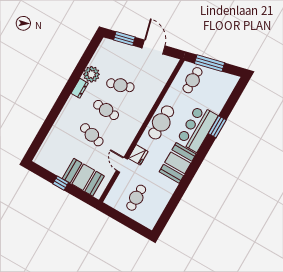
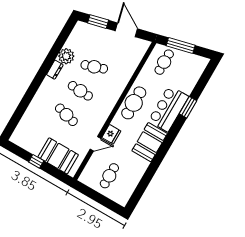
door: (122, 165) -> (95, 144), swing flipped

